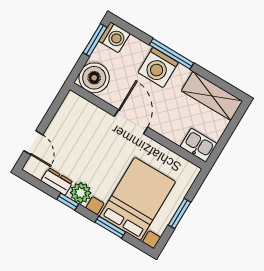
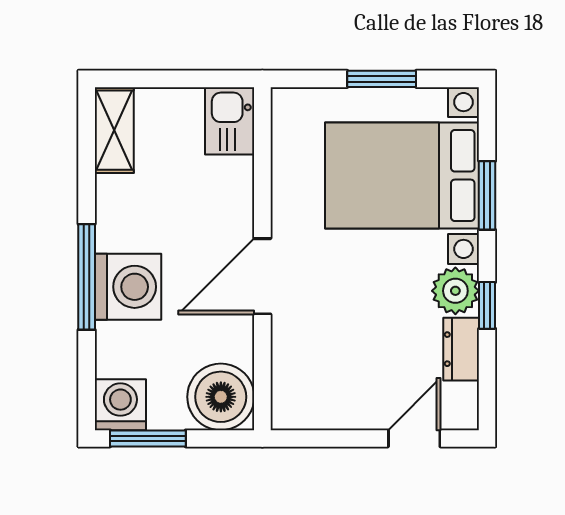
shelving: (212, 96) -> (114, 130), width x0.67, depth x0.75

